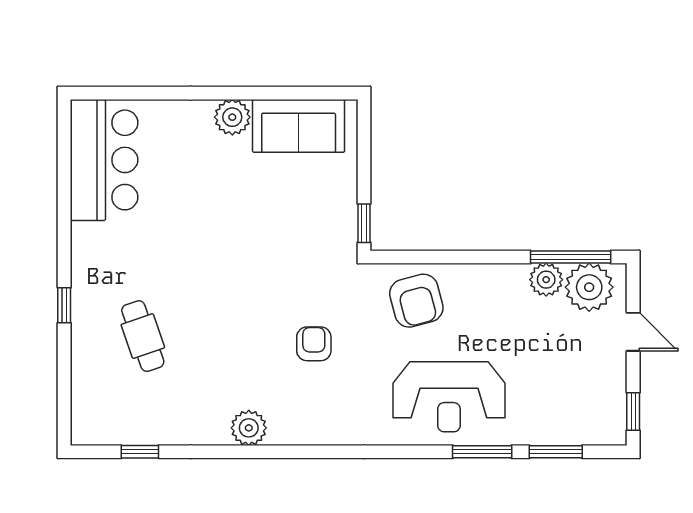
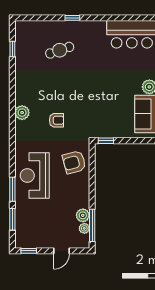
plant: (589, 287) -> (84, 228), width x0.53, depth x0.53
plant: (249, 428) -> (22, 113), moved

